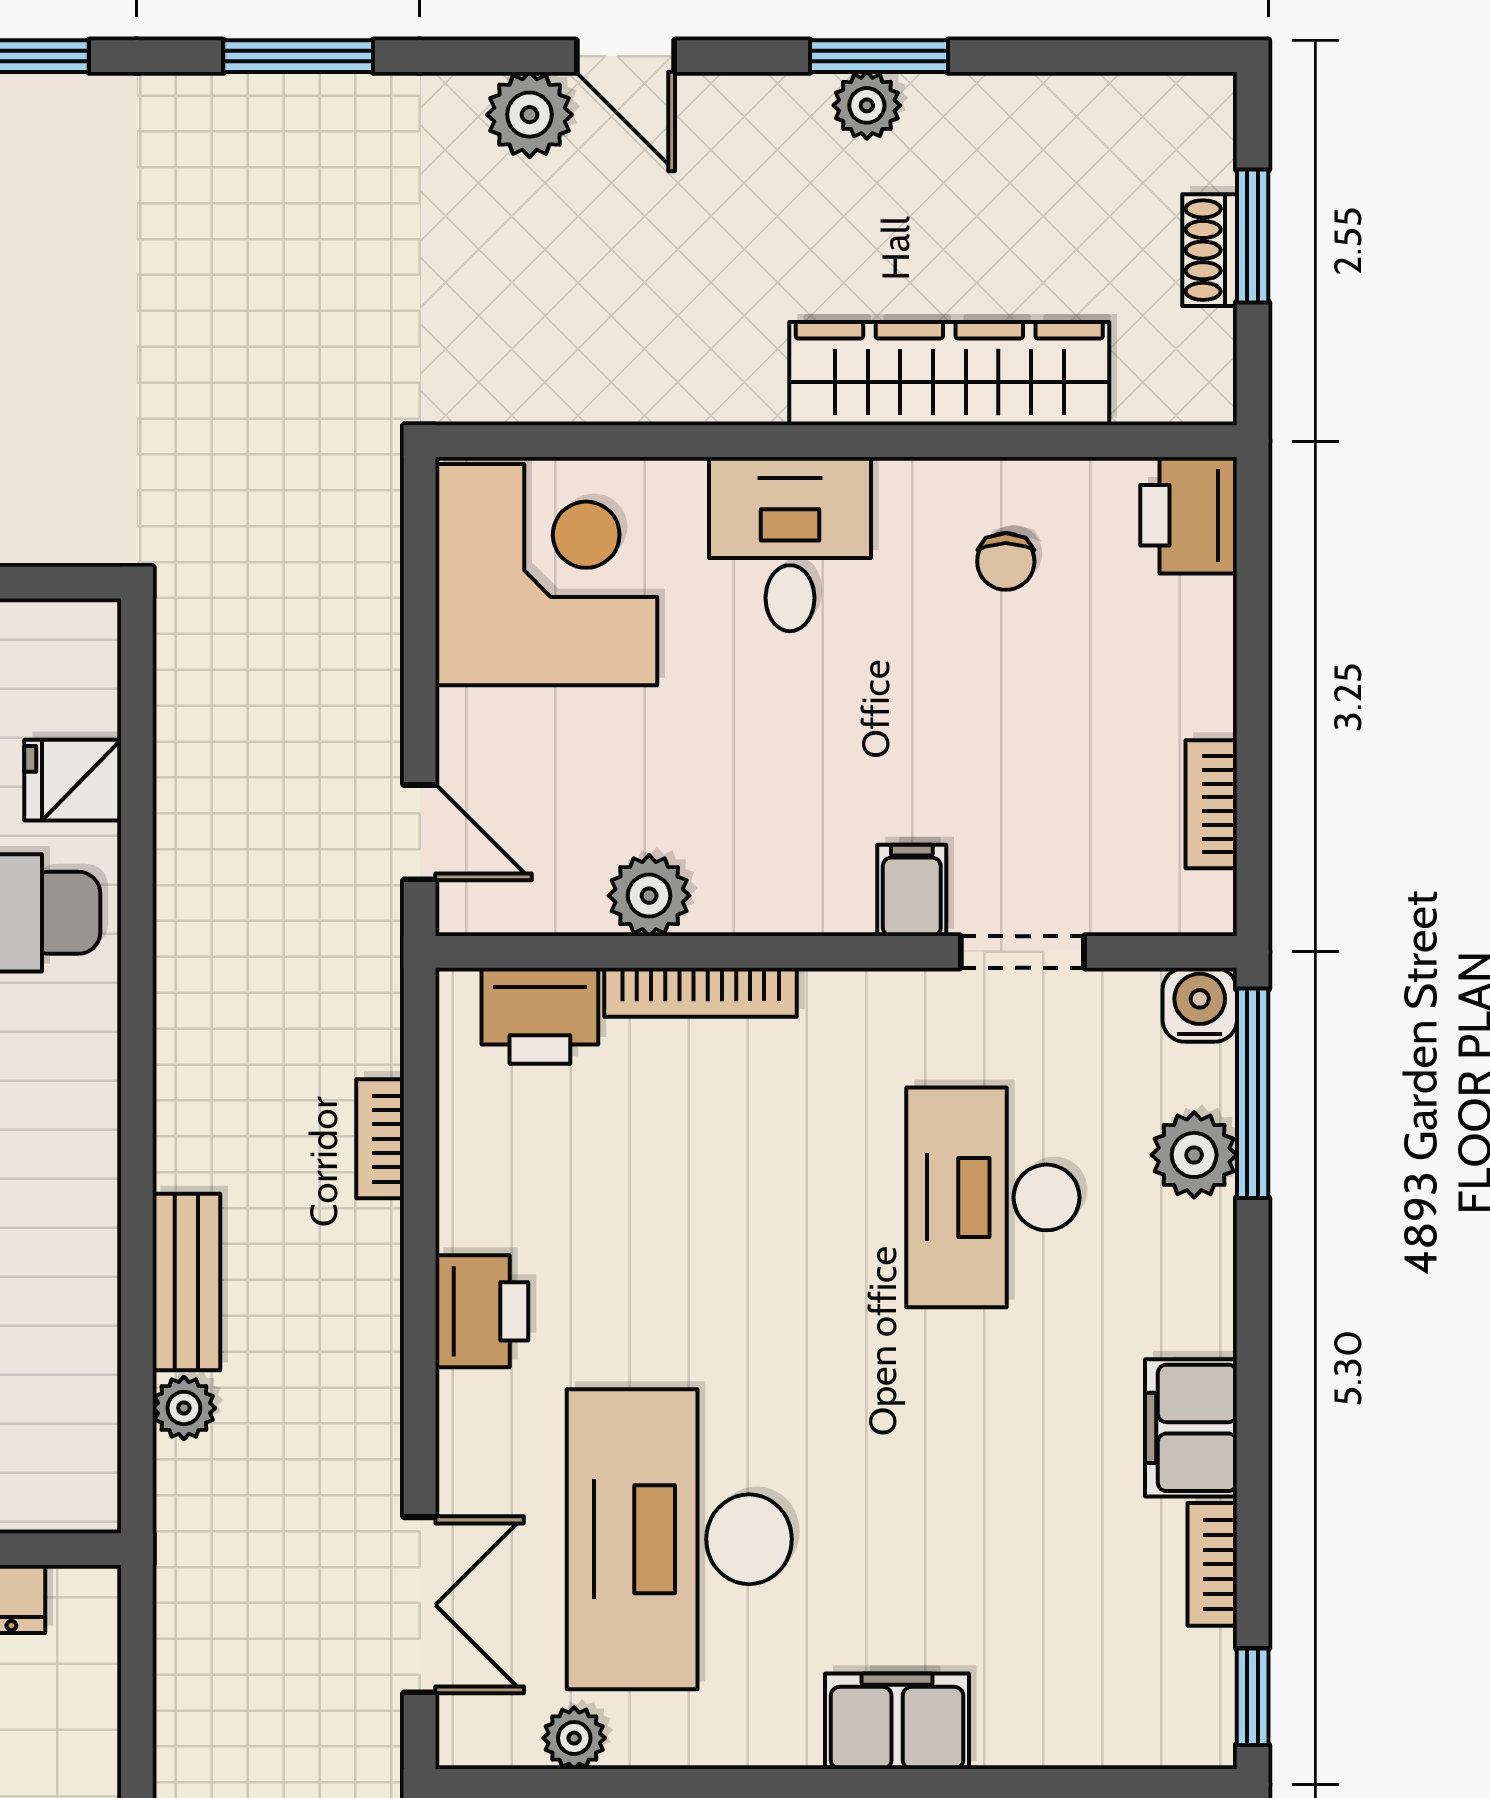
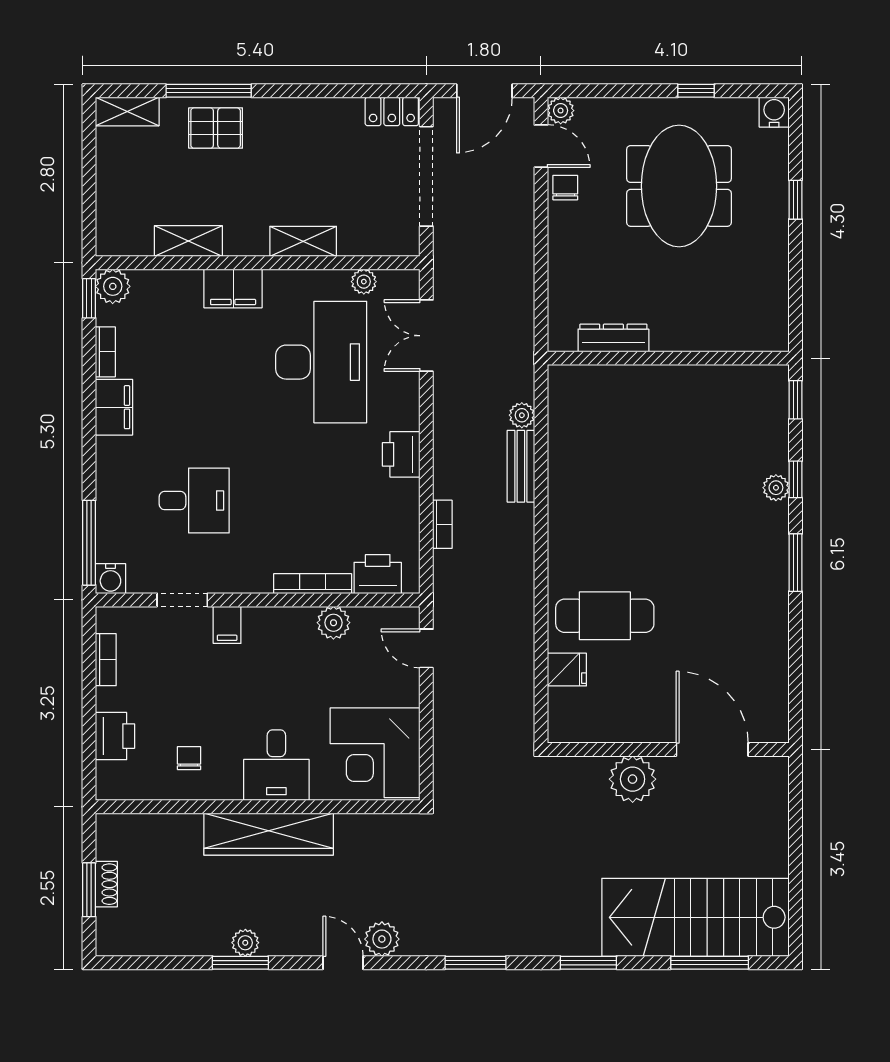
wardrobe: (949, 374) -> (269, 834), moved
printer: (1189, 515) -> (115, 736), moved
plant: (1194, 1155) -> (113, 286), moved
desk: (993, 1197) -> (194, 501), width x0.73

